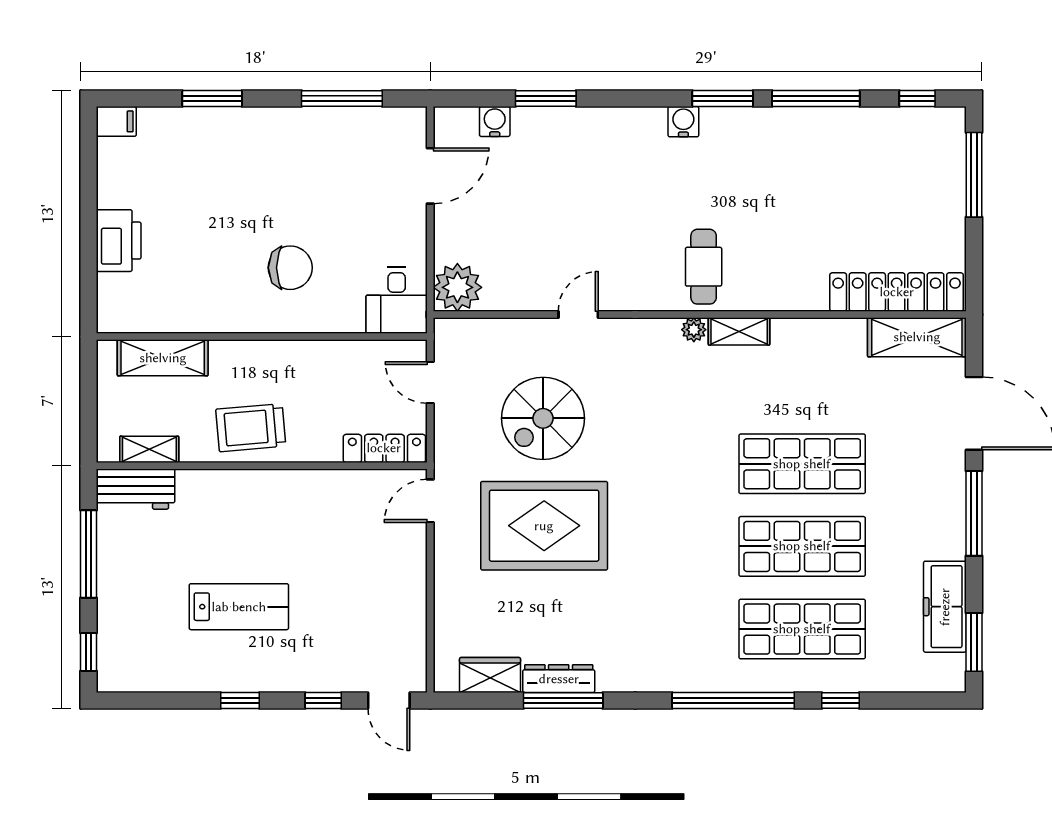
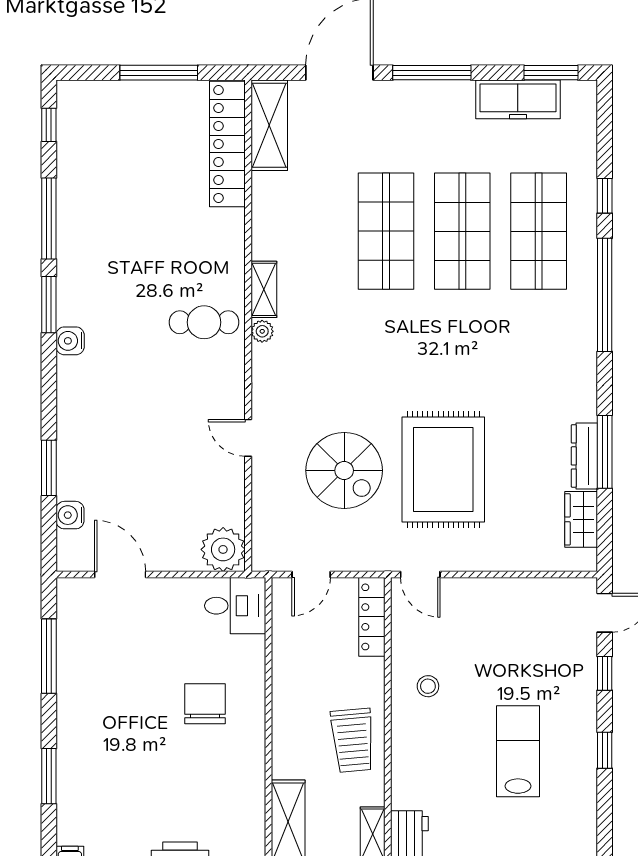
window: (974, 175) -> (159, 73), moved
stool: (309, 509) -> (428, 686), added

